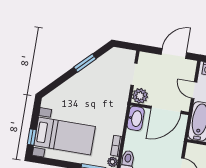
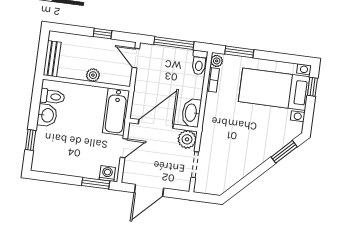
window: (85, 63) -> (284, 152), moved
door: (194, 90) -> (124, 148), hinge flipped

